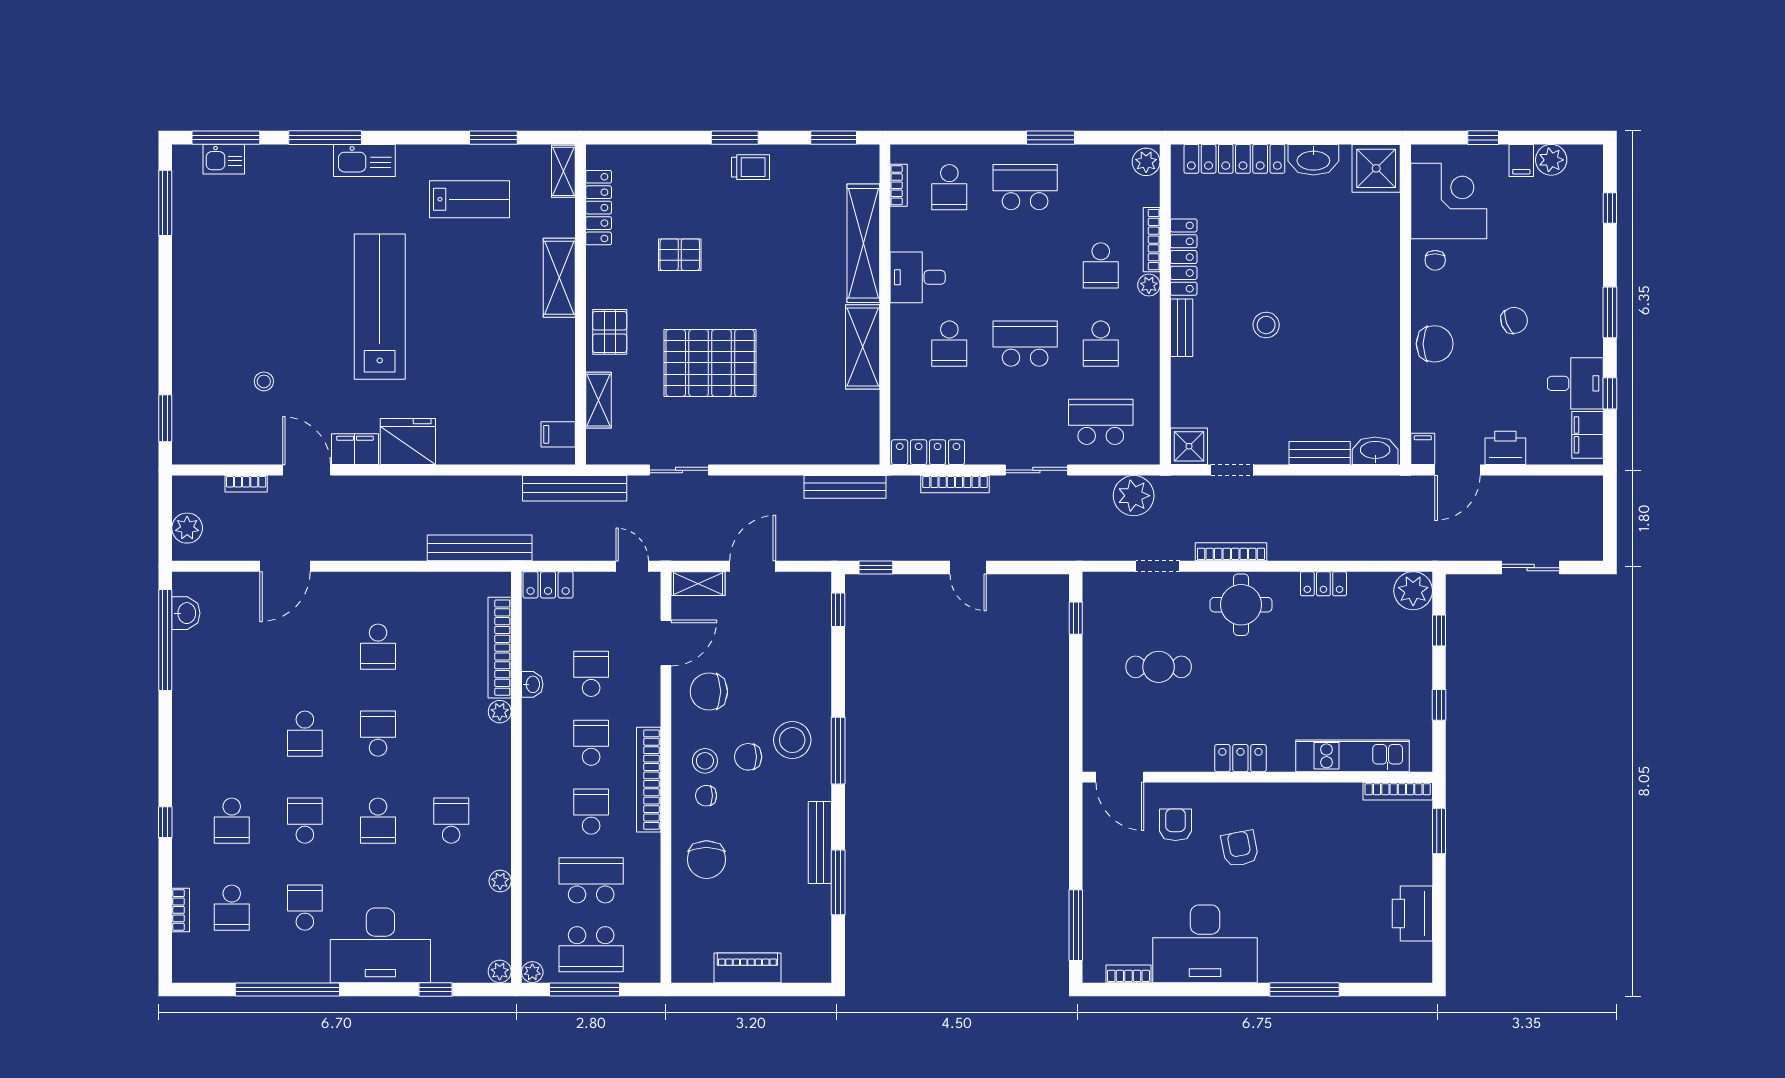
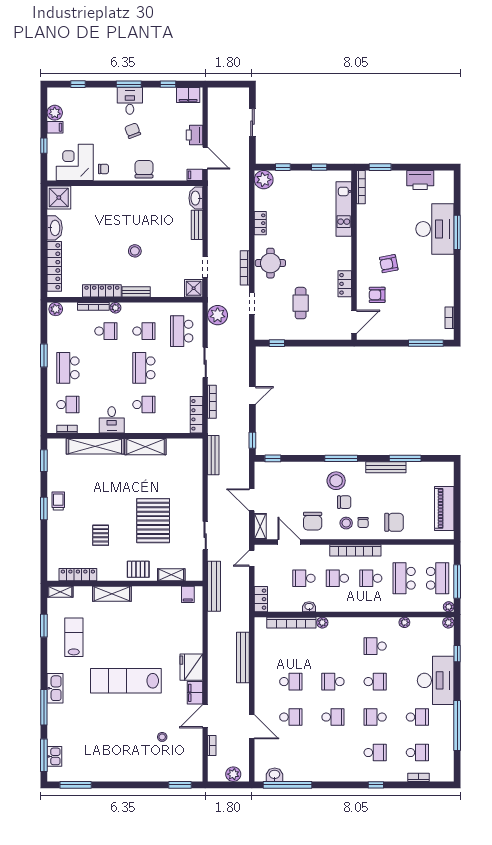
desk: (1575, 383) -> (130, 101), moved
bench: (480, 548) -> (243, 658), moved
school desk: (305, 647) -> (291, 717), added
chair: (748, 757) -> (344, 502), turned -90
locker: (1240, 758) -> (345, 284), moved
school desk: (305, 908) -> (417, 717), turned 180
desk: (1205, 944) -> (435, 229), moved
piano: (747, 968) -> (444, 508), width x1.37, depth x1.33

